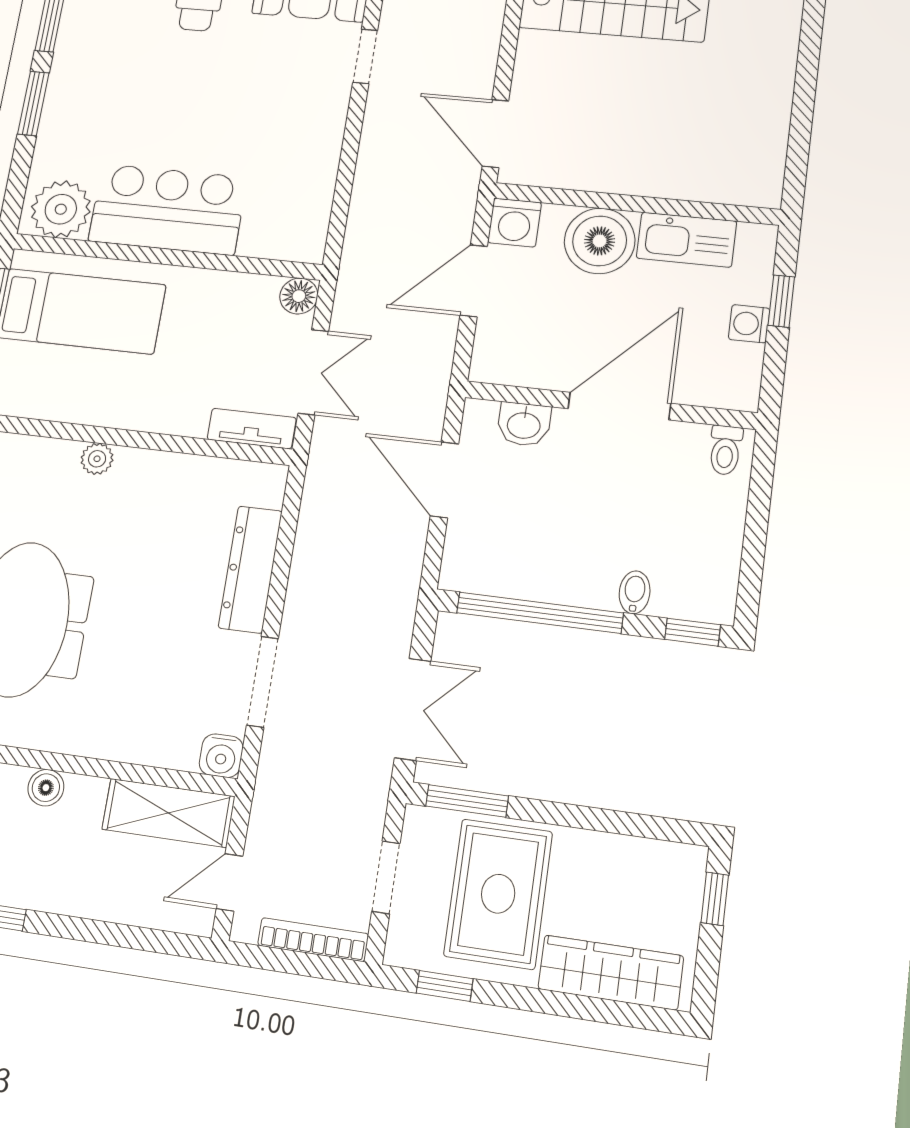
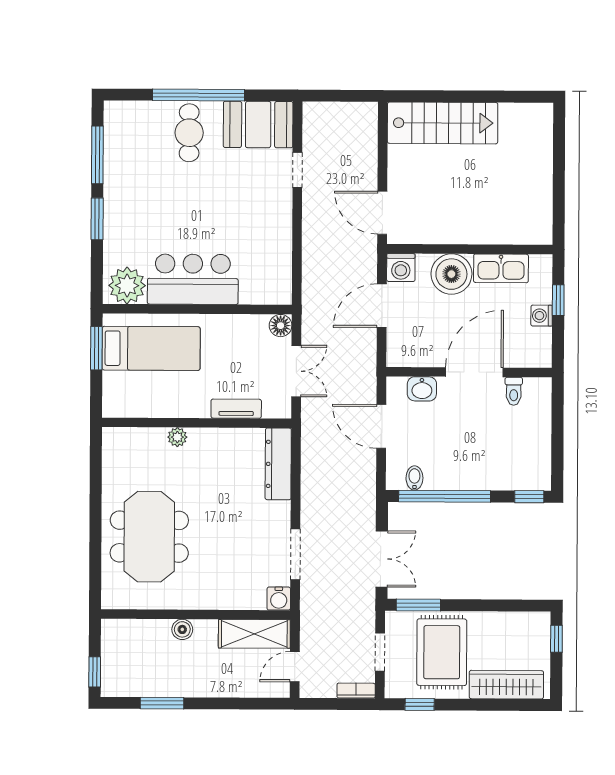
tv unit: (252, 429) -> (236, 409), moved
toilet: (725, 450) -> (514, 391), moved
dresser: (250, 569) -> (278, 464), moved
bidet: (635, 592) -> (414, 478), moved
bookcase: (313, 940) -> (356, 691), width x0.64

